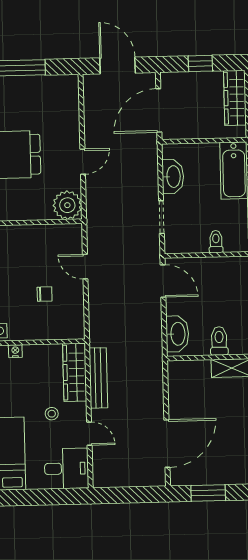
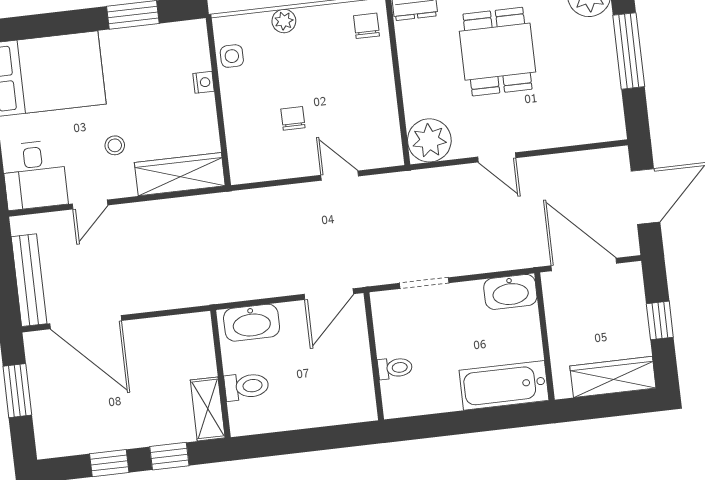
washbasin: (173, 177) -> (510, 292), moved
door: (85, 267) -> (340, 176), hinge flipped
chair: (45, 294) -> (293, 118), turned 180
bench: (98, 378) -> (29, 280), moved, turned 90

